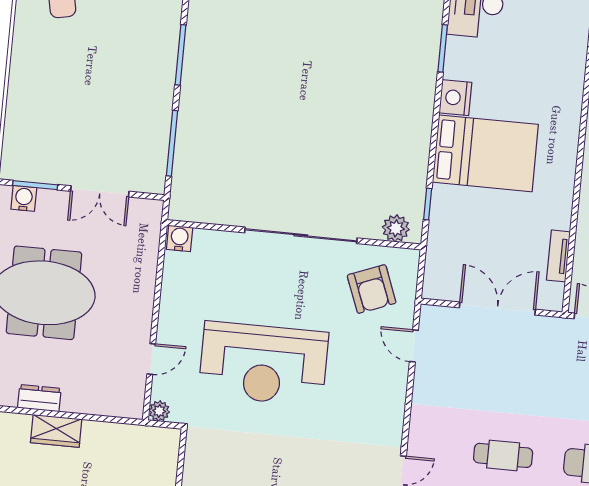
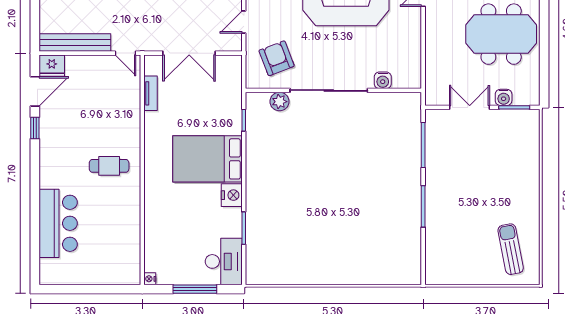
water cooler: (24, 198) -> (504, 97), moved
plant: (396, 228) -> (280, 102), moved
water cooler: (180, 238) -> (383, 80), moved
door: (414, 346) -> (244, 22), swing flipped

